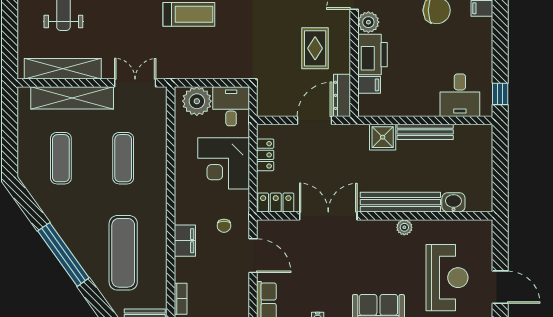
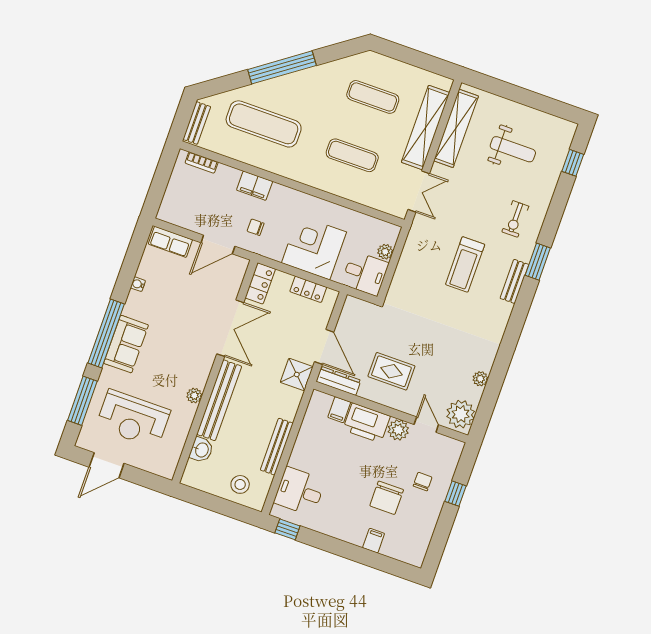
plant: (197, 101) -> (385, 252), width x0.53, depth x0.53
shower: (383, 137) -> (297, 375), moved
stool: (473, 154) -> (240, 484), added

